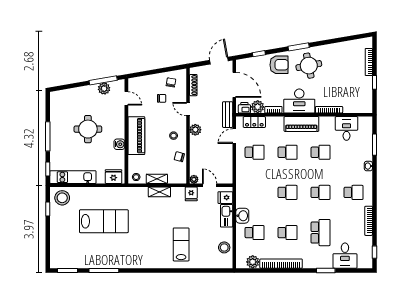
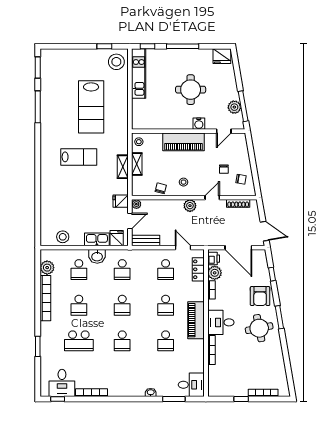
door: (234, 85) -> (238, 248), hinge flipped
desk: (299, 101) -> (221, 322), width x0.73
bench: (228, 115) -> (146, 240), moved
desk: (346, 128) -> (191, 385), moved
water cooler: (119, 144) -> (199, 124), moved
fridge: (114, 177) -> (222, 56), moved, turned 90
school desk: (354, 192) -> (122, 270), moved
lab bench: (181, 244) -> (79, 157), moved
desk: (345, 256) -> (62, 383), moved, turned -90

